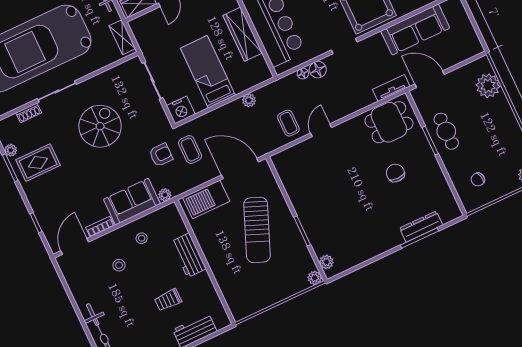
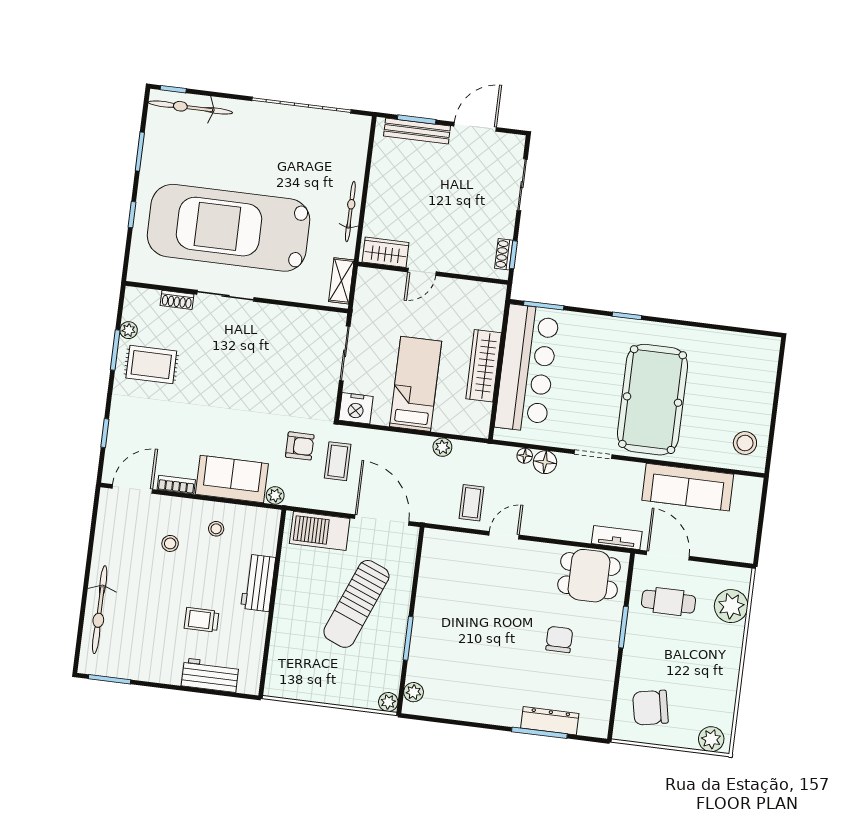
spiral stairs: (100, 126) -> (250, 368), removed
cafe table: (446, 131) -> (668, 602), moved, turned 90
chair: (478, 179) -> (650, 708), width x1.87, depth x1.87

